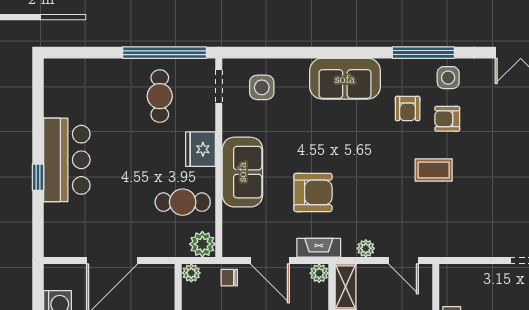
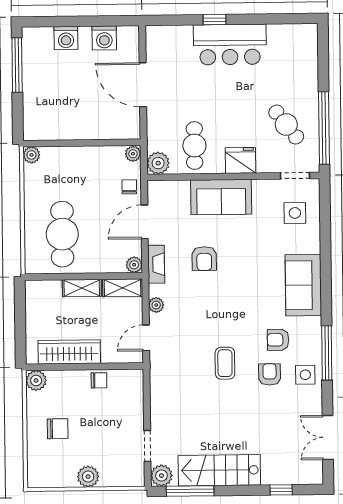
cafe table: (160, 96) -> (286, 125), turned 52
armchair: (313, 192) -> (204, 259), width x0.72, depth x0.72

